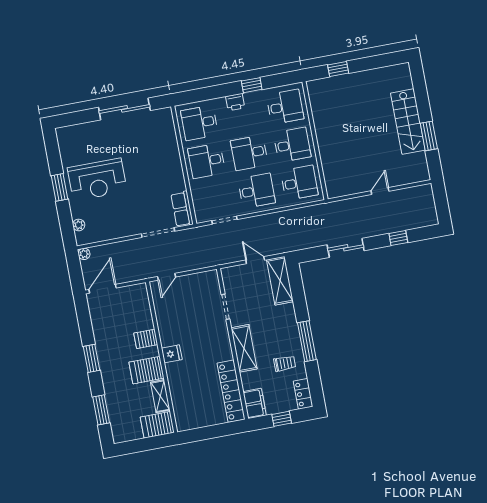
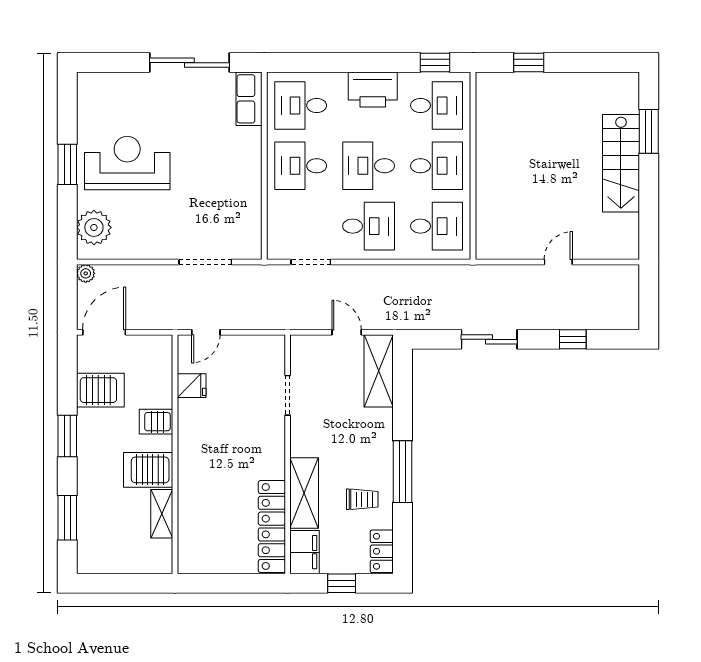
window: (252, 85) -> (435, 63), moved
printer: (235, 102) -> (373, 90), width x1.87, depth x1.48
window: (429, 136) -> (649, 131), moved
reception desk: (97, 180) -> (127, 163), turned 180
row of seats: (182, 209) -> (249, 99), moved
plant: (79, 225) -> (94, 227), width x1.88, depth x1.88
shelving: (244, 348) -> (304, 493), moved
fridge: (172, 354) -> (192, 386), moved
server rack: (157, 425) -> (100, 390), moved, turned 180

